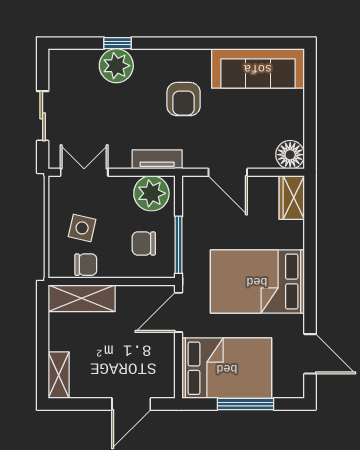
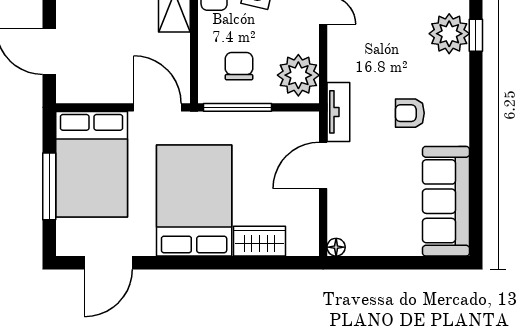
armchair: (184, 99) -> (410, 113), width x0.72, depth x0.72
floor lamp: (290, 155) -> (336, 247), width x0.53, depth x0.53
tv unit: (157, 159) -> (338, 112), moved
wardrobe: (292, 197) -> (259, 241), moved

